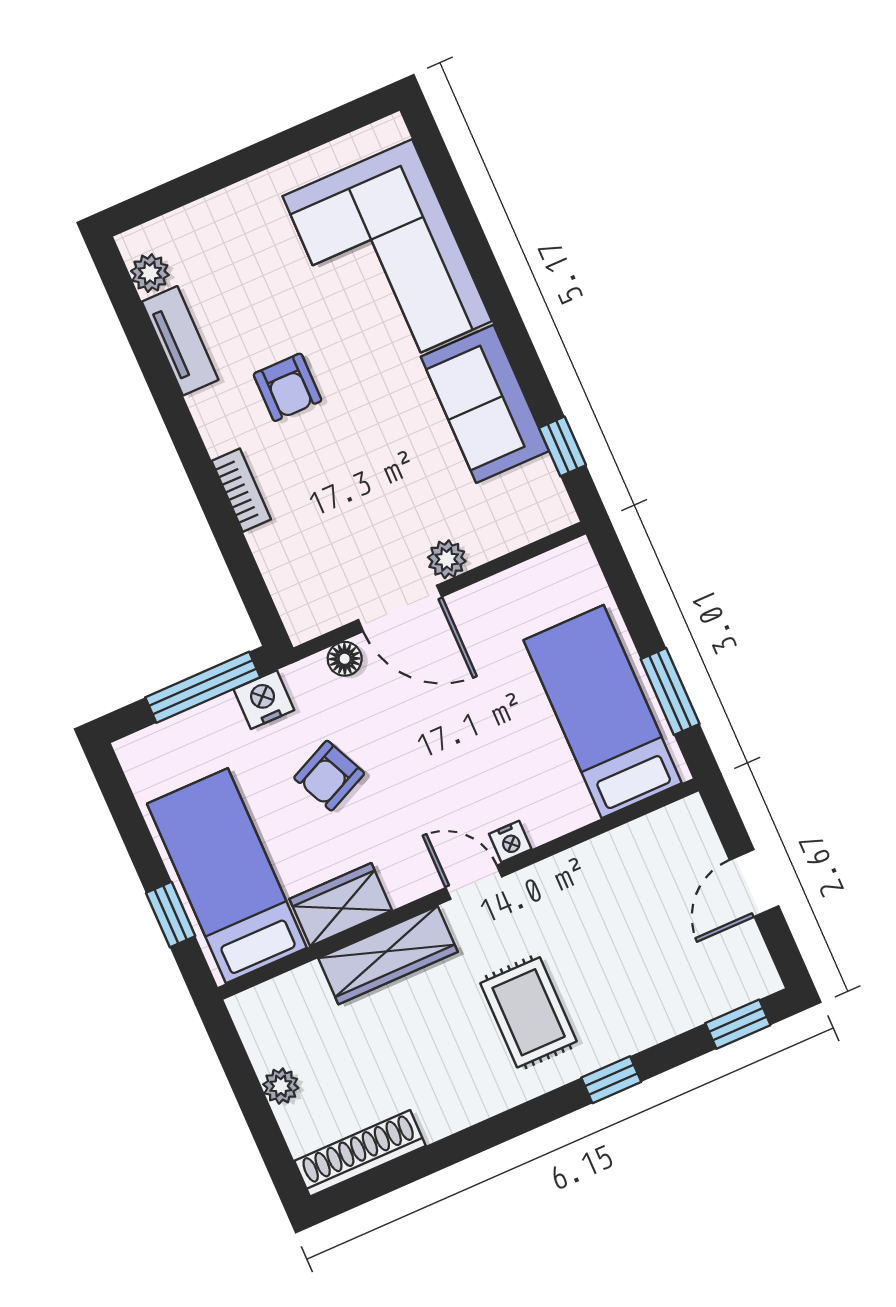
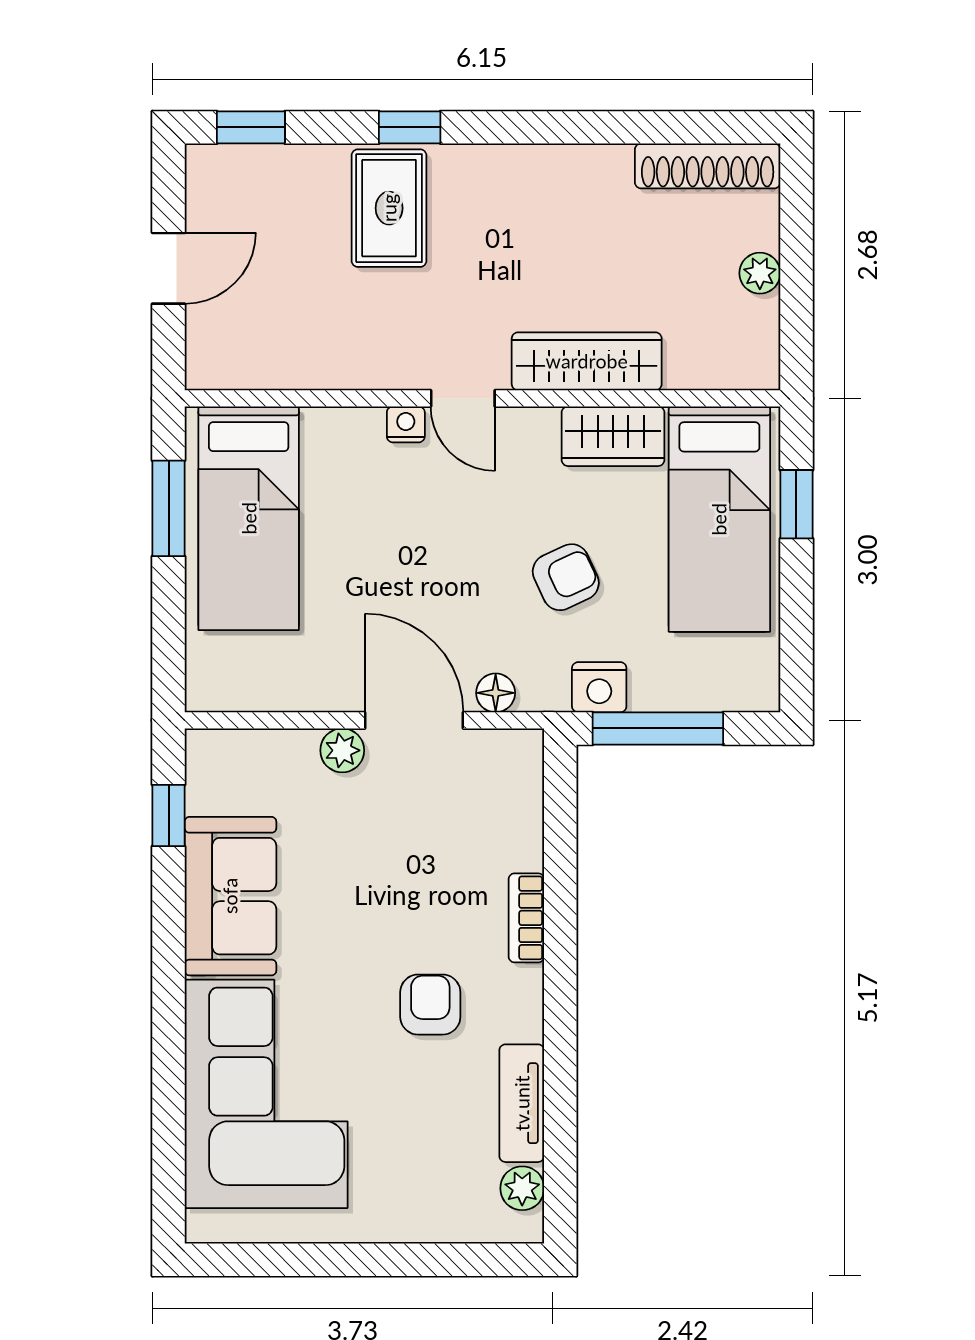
rug: (529, 1012) -> (389, 208), moved

